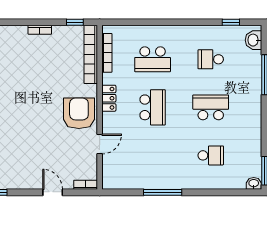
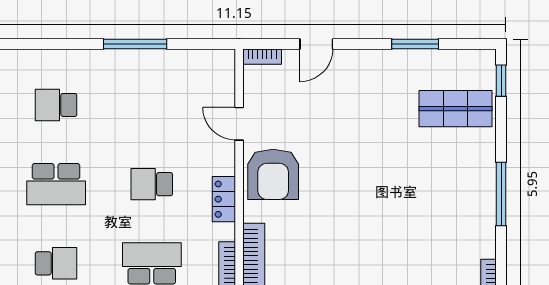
school desk: (153, 107) -> (152, 184), width x0.54
door: (100, 144) -> (239, 124), hinge flipped
door: (53, 192) -> (316, 44), hinge flipped

